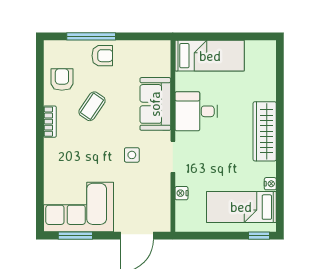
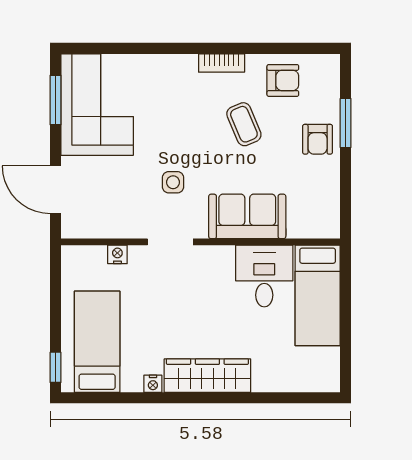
window: (91, 36) -> (346, 123), width x0.69
coffee table: (92, 106) -> (244, 124), turned 33
desk: (196, 111) -> (264, 276), moved
nightstand: (270, 184) -> (153, 384), moved

